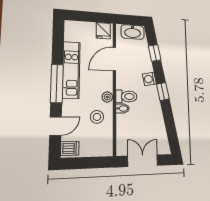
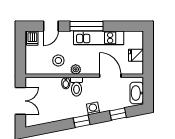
fridge: (103, 31) -> (136, 55), moved
door: (56, 126) -> (51, 26), hinge flipped

